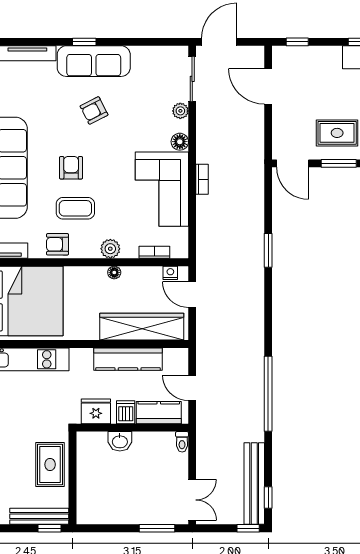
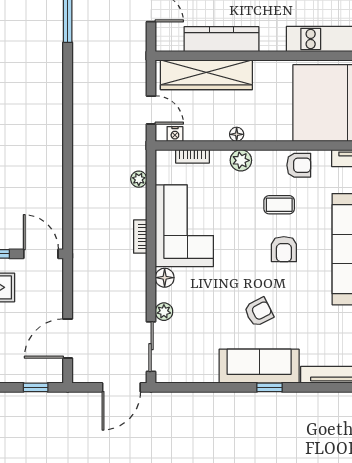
door: (268, 86) -> (68, 338), swing flipped
coffee table: (75, 208) -> (279, 205), width x0.73, depth x0.77
plant: (203, 232) -> (139, 179), added
window: (268, 250) -> (68, 158), removed

